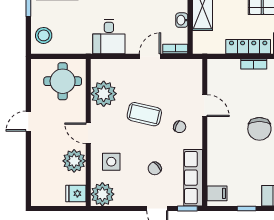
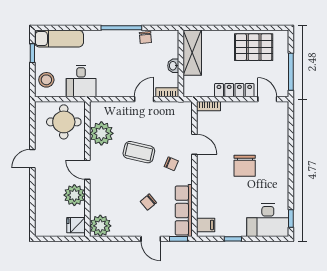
desk: (109, 37) -> (81, 81), moved
bookcase: (254, 64) -> (208, 106), moved
side table: (111, 162) -> (109, 196), removed

